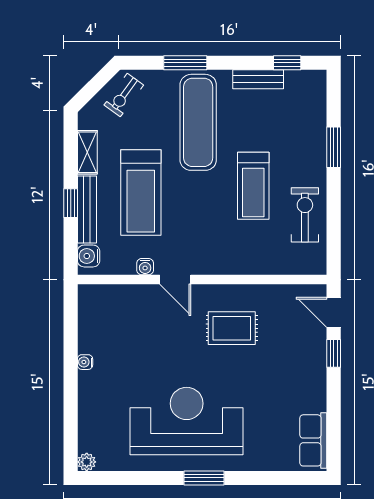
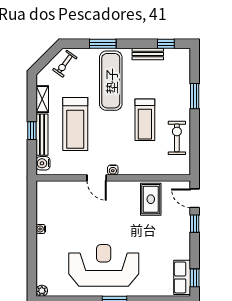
water cooler: (145, 267) -> (113, 170), moved
rug: (232, 328) -> (151, 199), moved, turned 90
window: (334, 441) -> (195, 278), added

